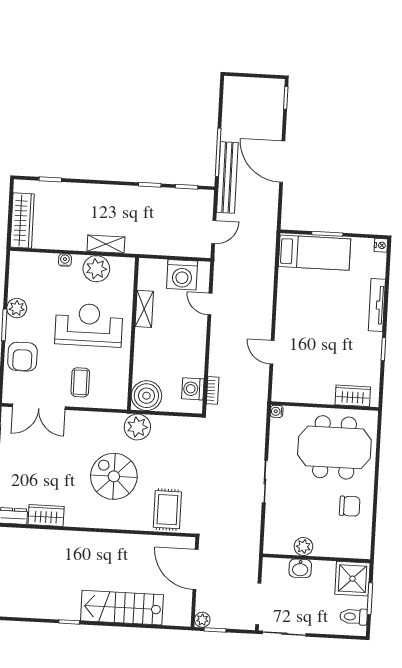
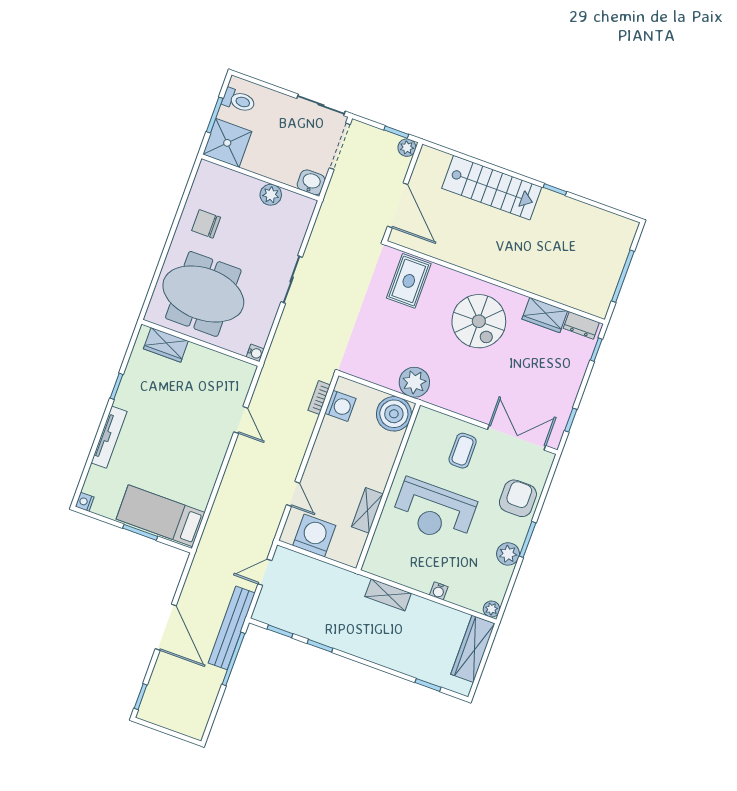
plant: (96, 269) -> (492, 609), moved, width x0.53, depth x0.53
spiral stairs: (114, 476) -> (479, 321), moved
washbasin: (300, 568) -> (311, 182), moved

